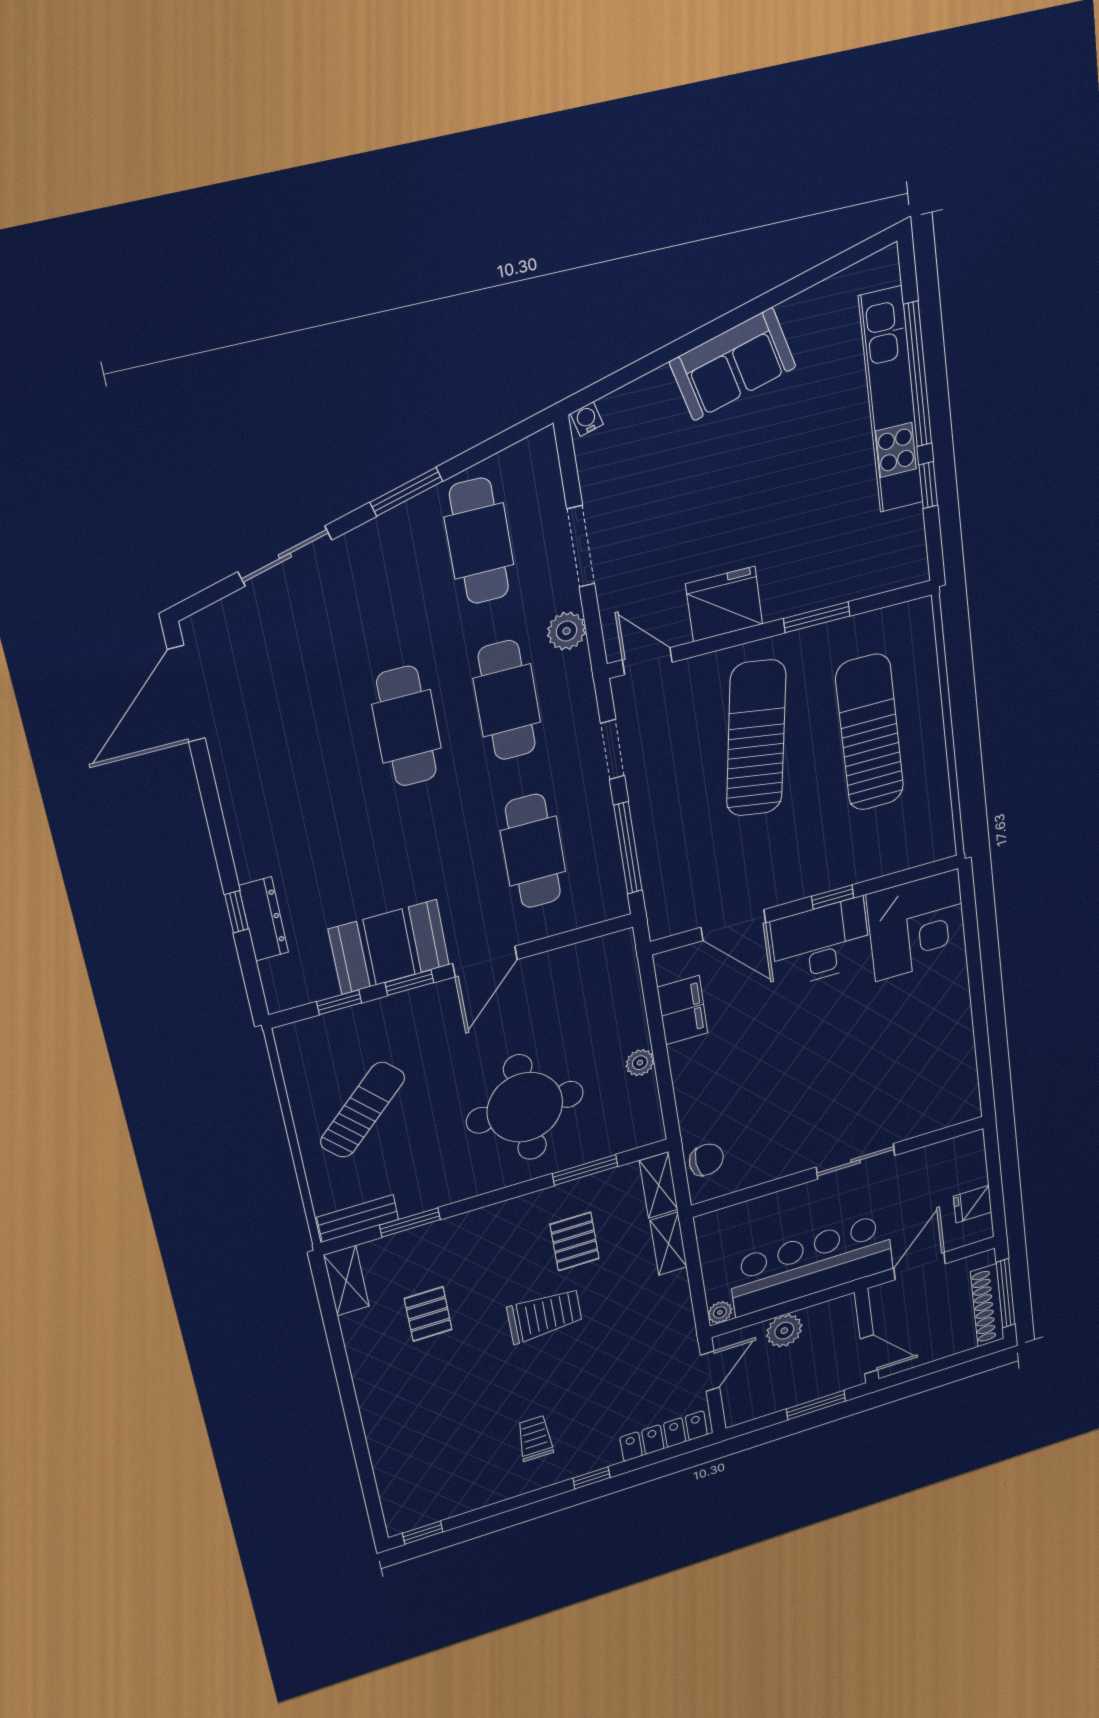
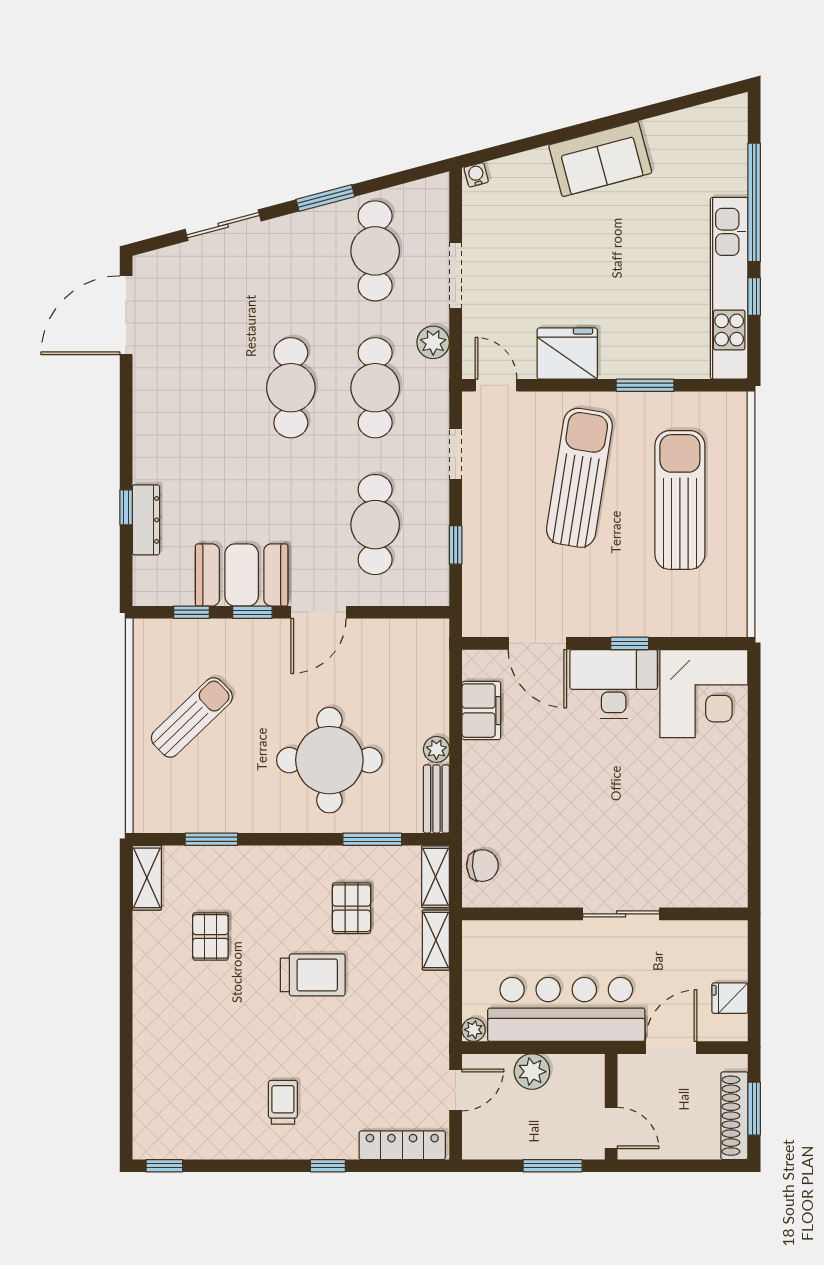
kitchen unit: (891, 401) -> (729, 288), moved
window: (628, 848) -> (456, 545), width x0.46
bench: (358, 1218) -> (436, 799), moved, turned 90
window: (1006, 1293) -> (754, 1109), width x0.69

